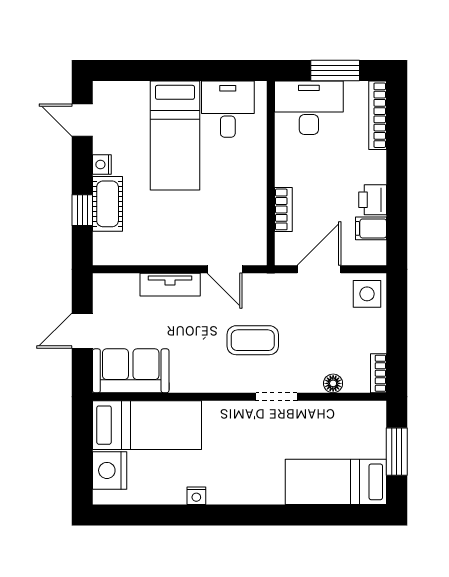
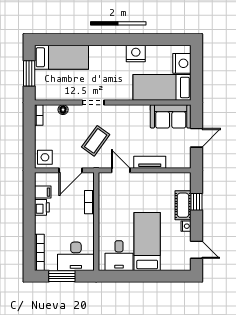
coffee table: (253, 340) -> (96, 141), moved, turned -54
nightstand: (196, 496) -> (136, 54), width x1.89, depth x1.79

